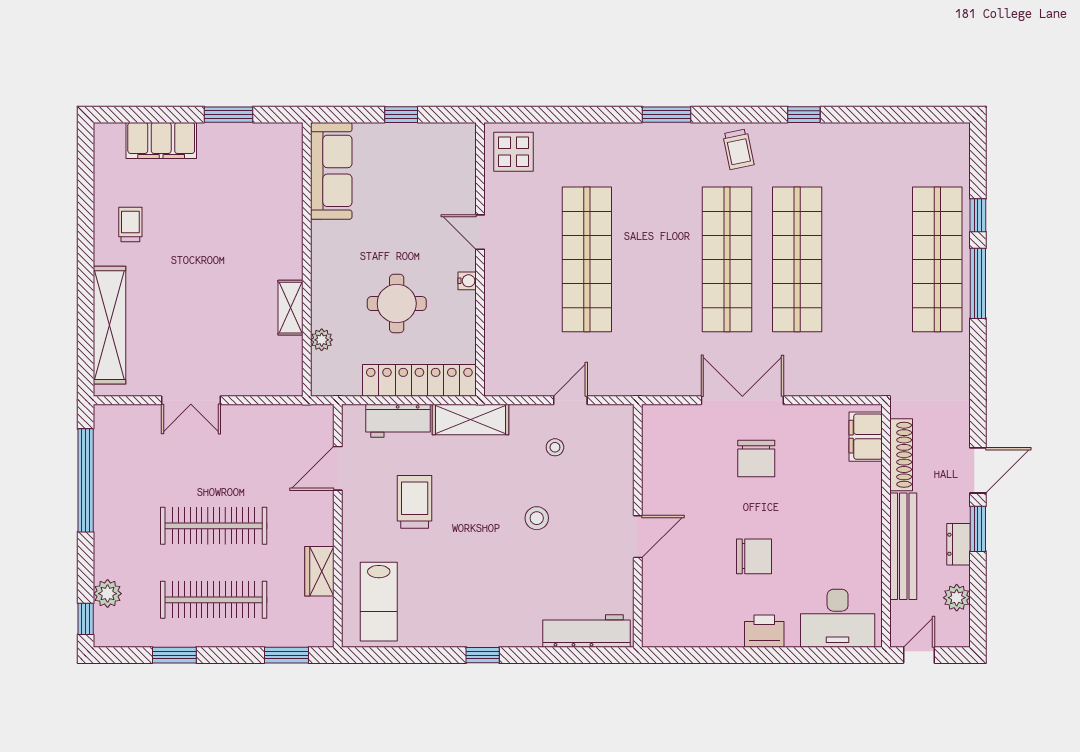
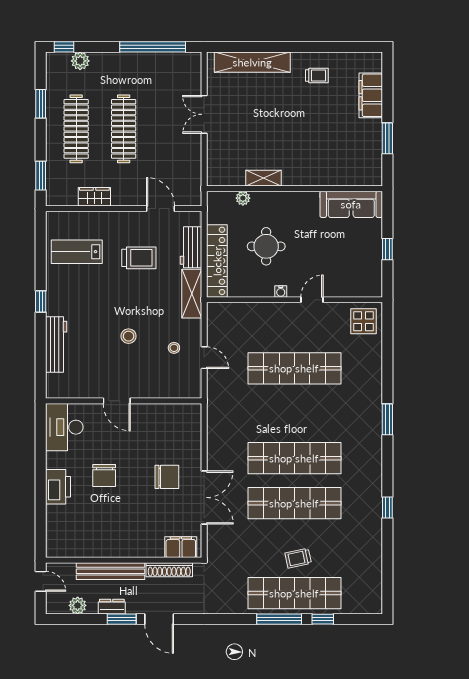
trolley: (738, 149) -> (298, 558), moved
double door: (742, 400) -> (204, 497), moved
chair: (756, 458) -> (167, 477), turned 180
lab bench: (379, 602) -> (77, 252), moved
desk: (838, 618) -> (64, 427), moved
workbench: (587, 631) -> (56, 345), moved
printer: (764, 631) -> (58, 487), width x1.37, depth x1.19

